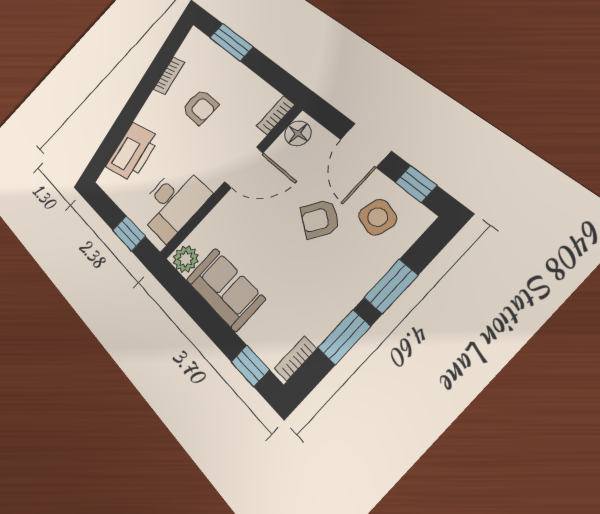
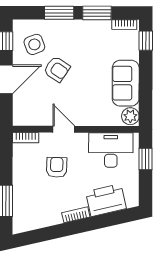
bookcase: (169, 76) -> (76, 215), moved
armchair: (200, 107) -> (57, 167), moved
floor lamp: (298, 133) -> (26, 117), removed
door: (244, 167) -> (64, 129), width x0.73
side table: (378, 217) -> (34, 44), turned -37

